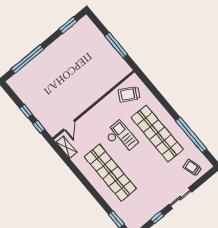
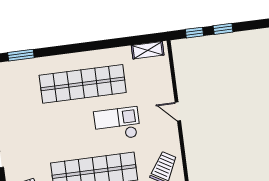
door: (69, 125) -> (178, 111), moved
checkout: (121, 138) -> (117, 124), turned 180

